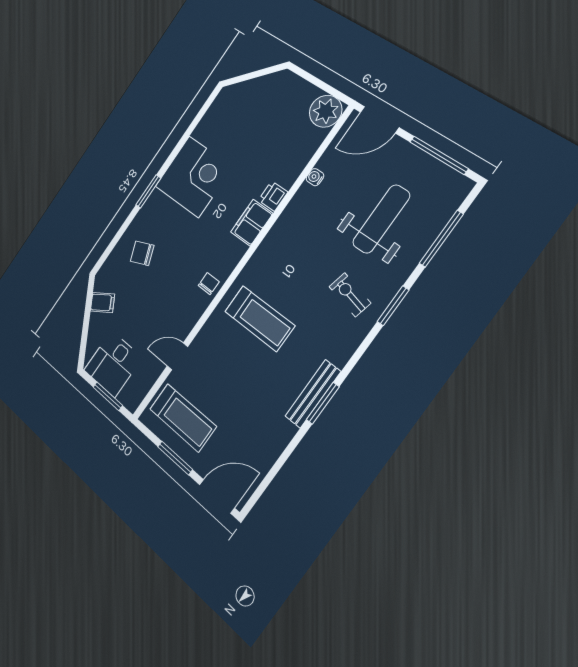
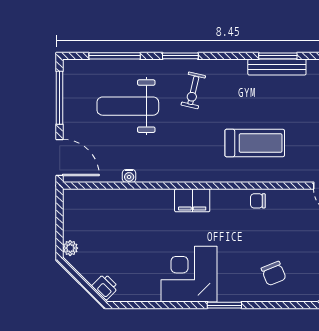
plant: (326, 111) -> (70, 248), moved, width x0.53, depth x0.53
printer: (273, 196) -> (105, 287), moved, turned -135
treadmill: (260, 318) -> (255, 143), turned 90

